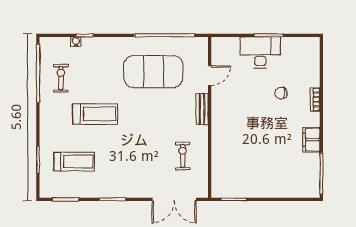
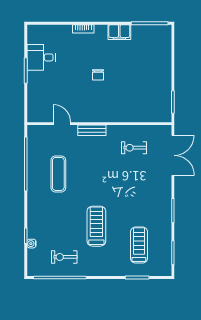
desk: (260, 52) -> (41, 57), moved, width x0.73
exercise mat: (153, 72) -> (58, 174), width x0.50, depth x0.69
chair: (281, 93) -> (98, 75), moved

